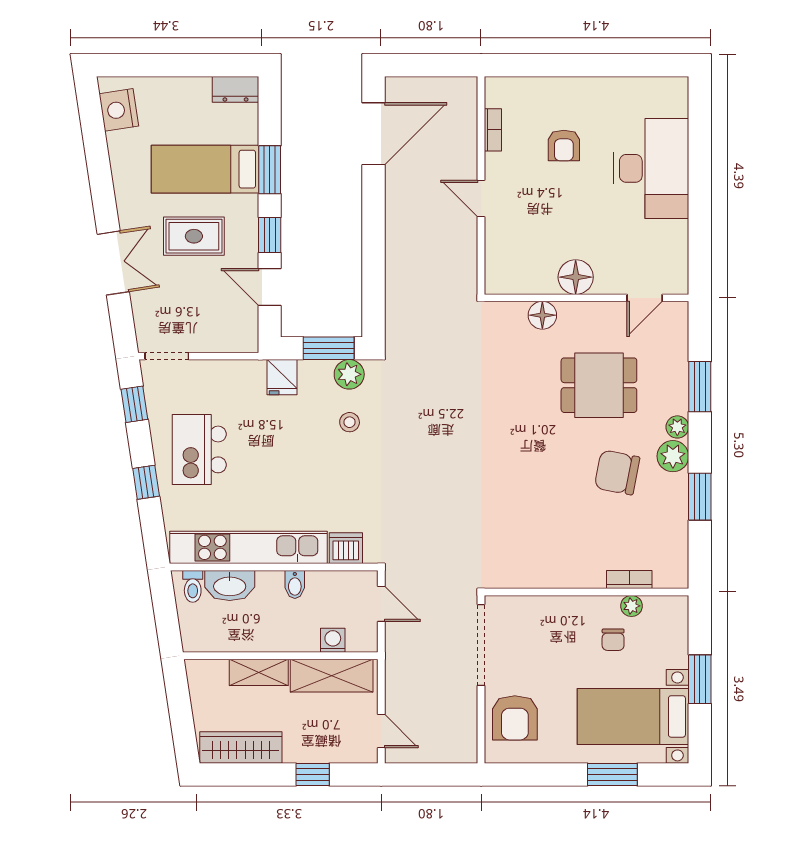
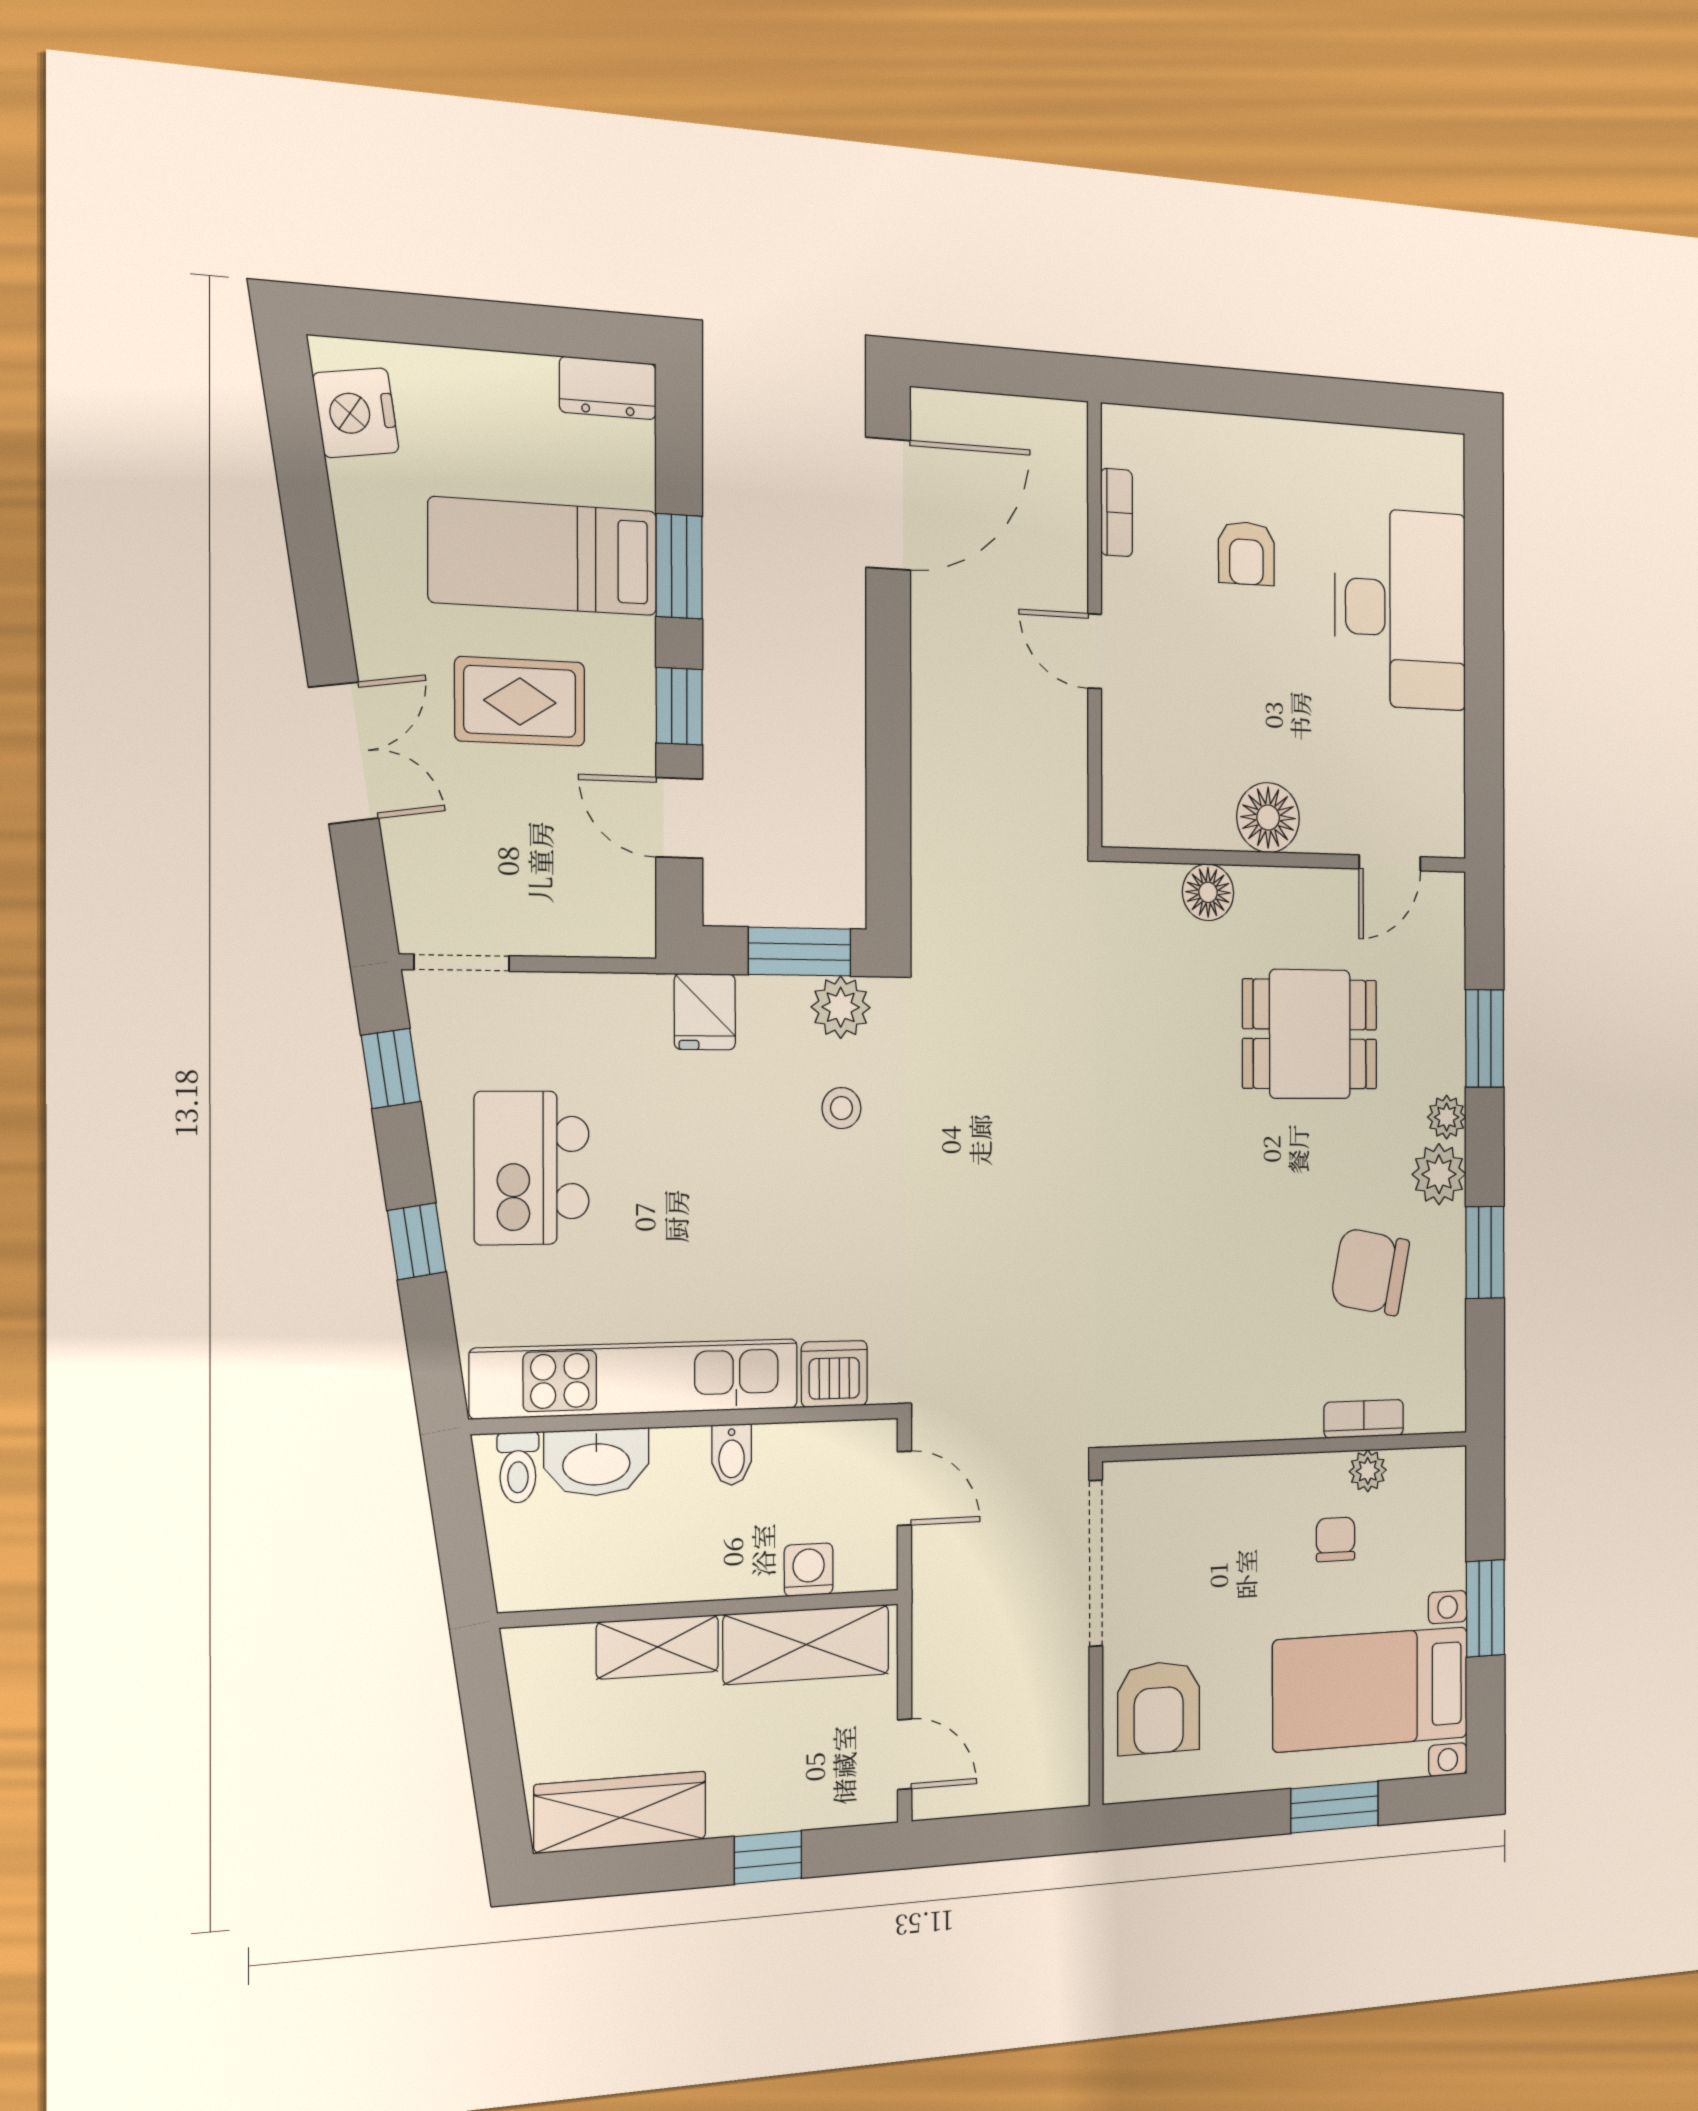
chair: (617, 472) -> (1370, 1272), moved
chair: (613, 640) -> (1336, 1539), turned 180

